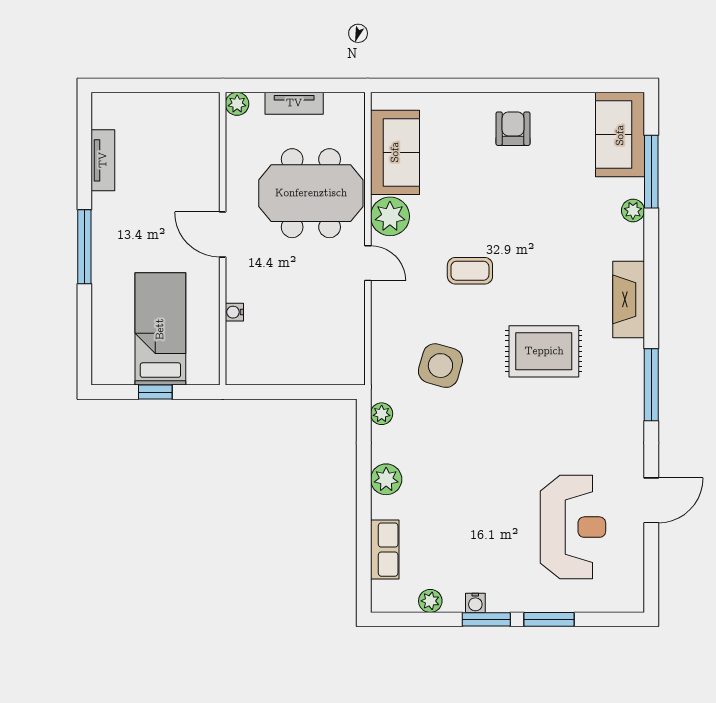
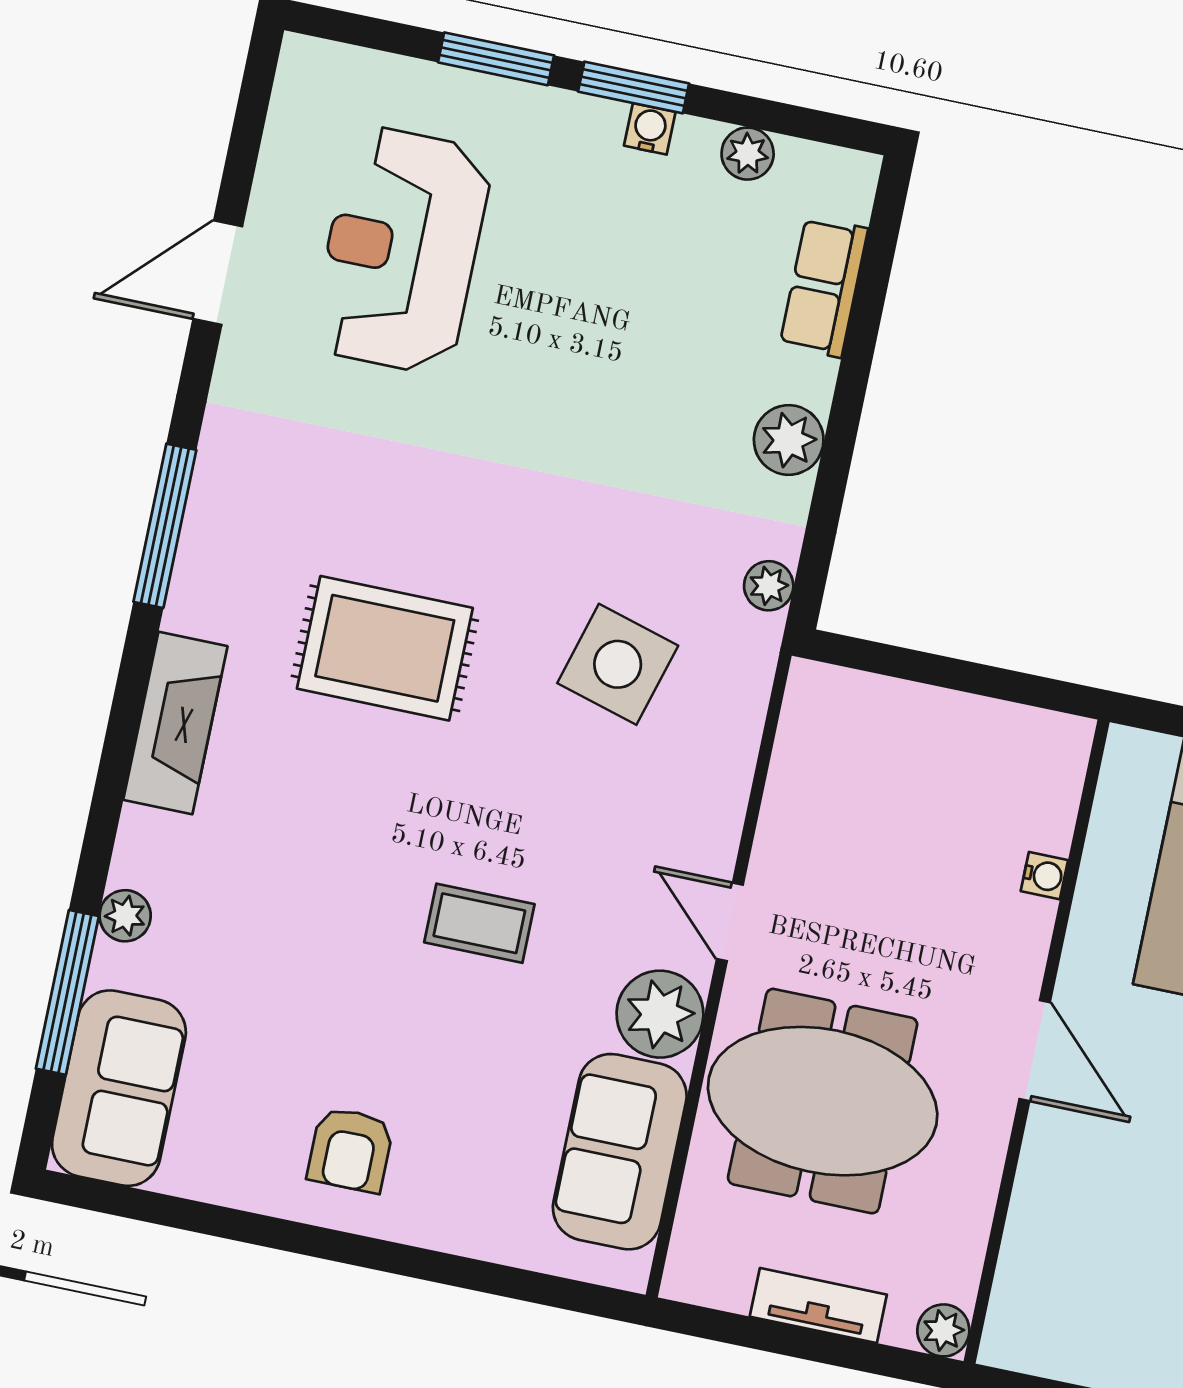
coffee table: (470, 271) -> (479, 923), moved

